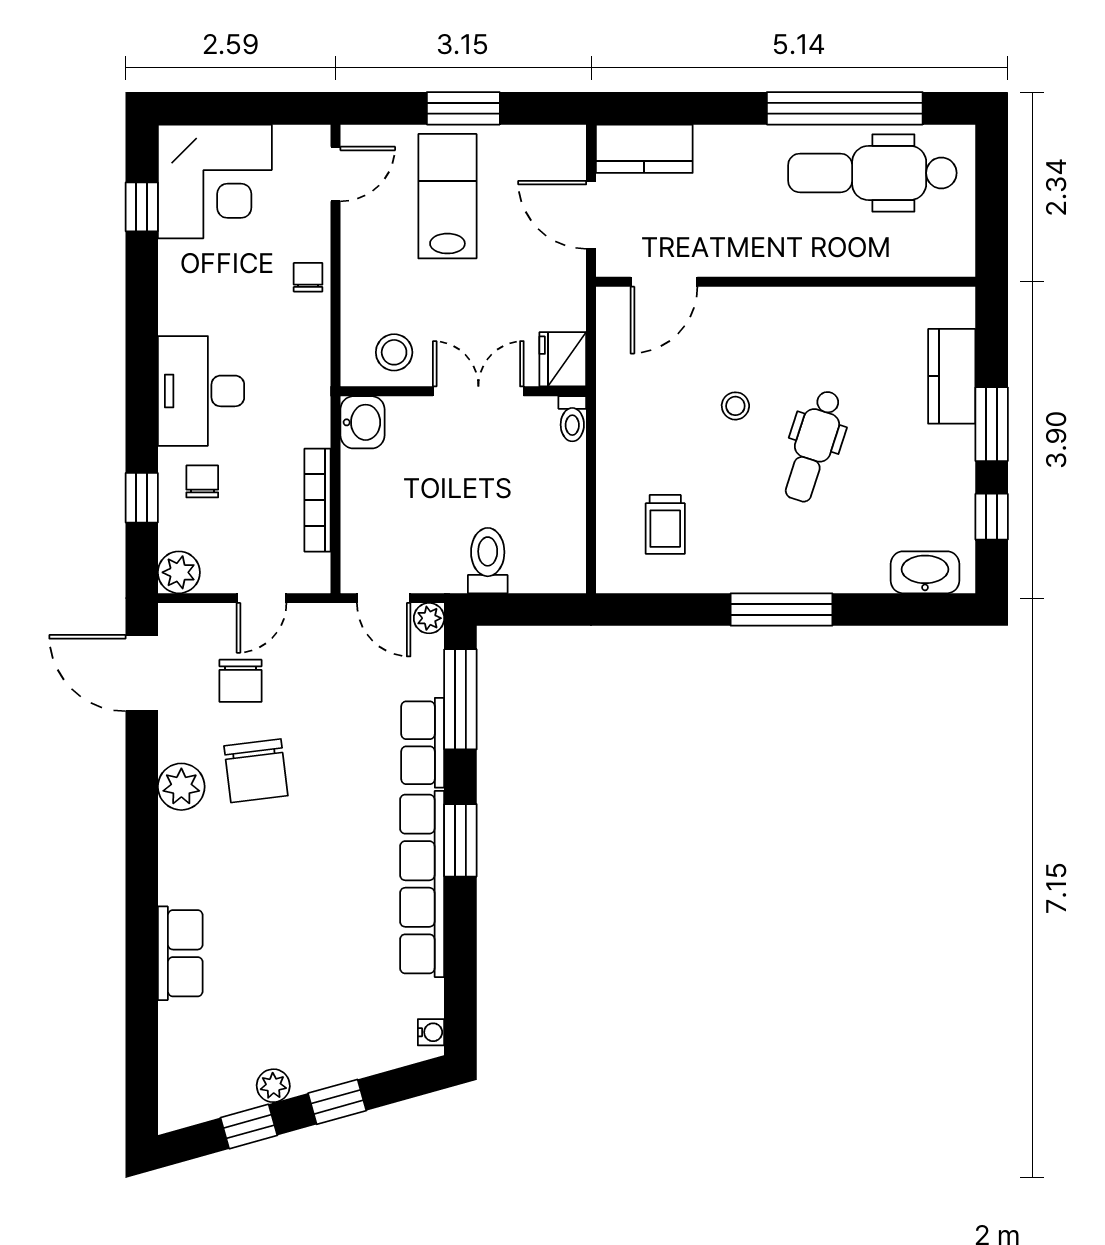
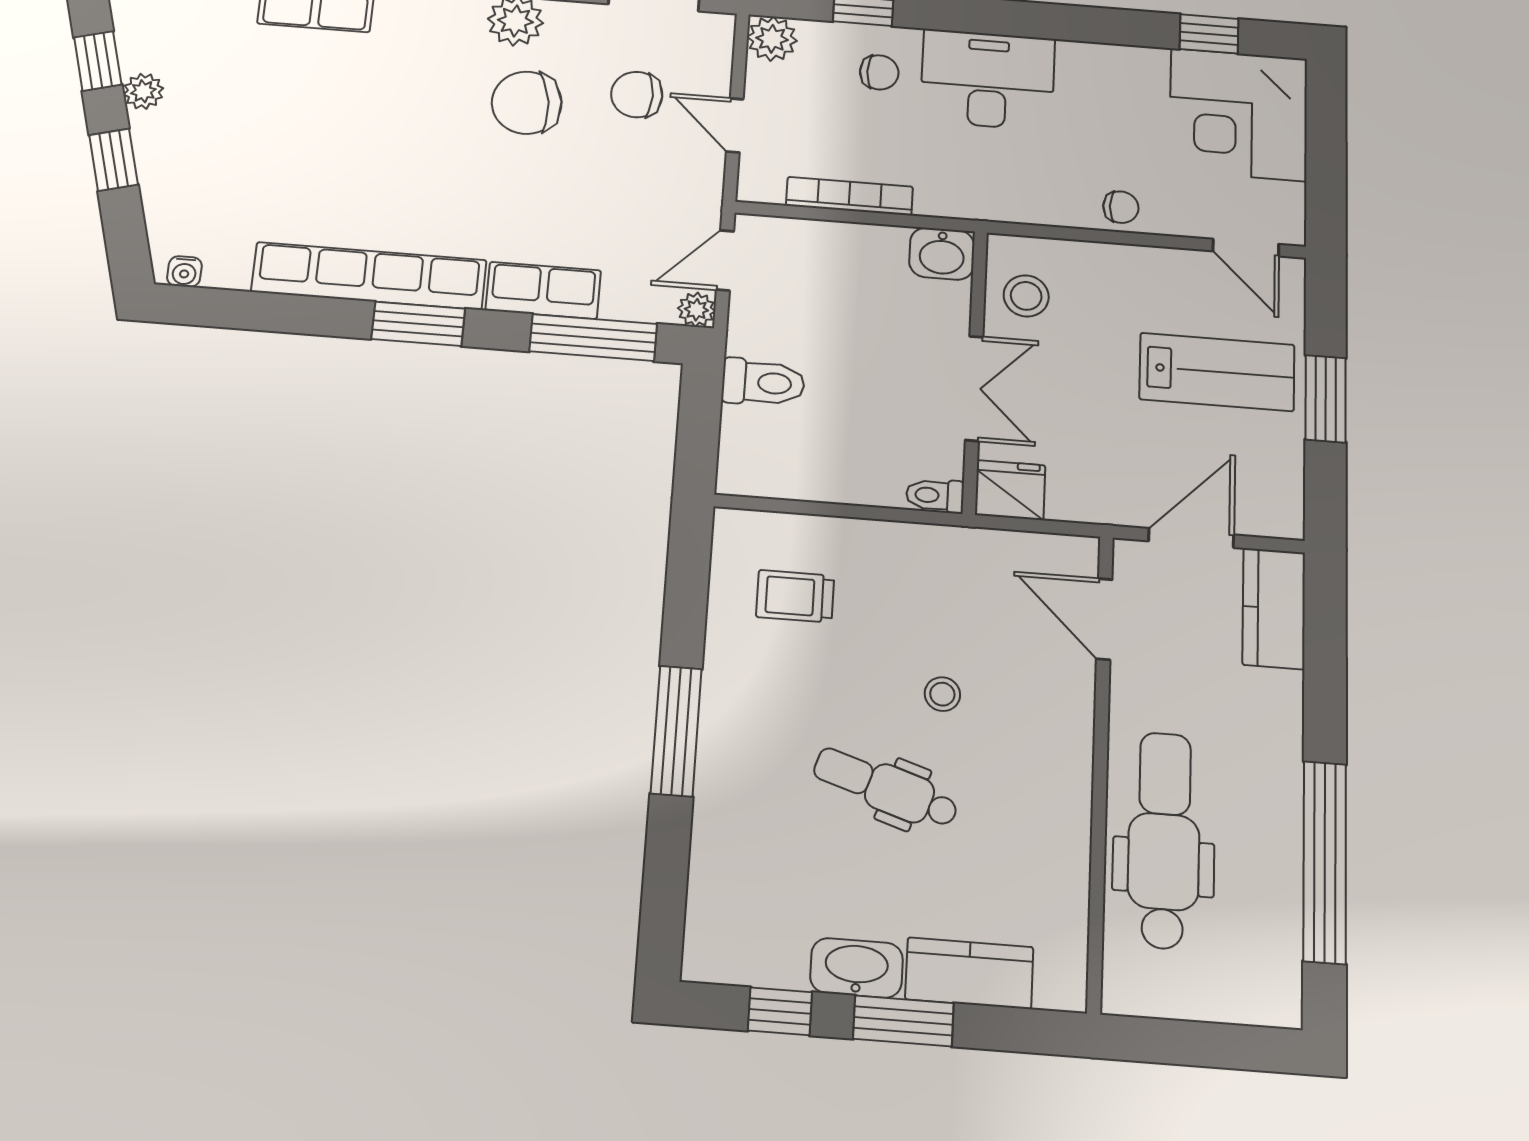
dental chair: (872, 173) -> (1164, 840), moved
washbasin: (925, 572) -> (857, 968), moved, turned -90

